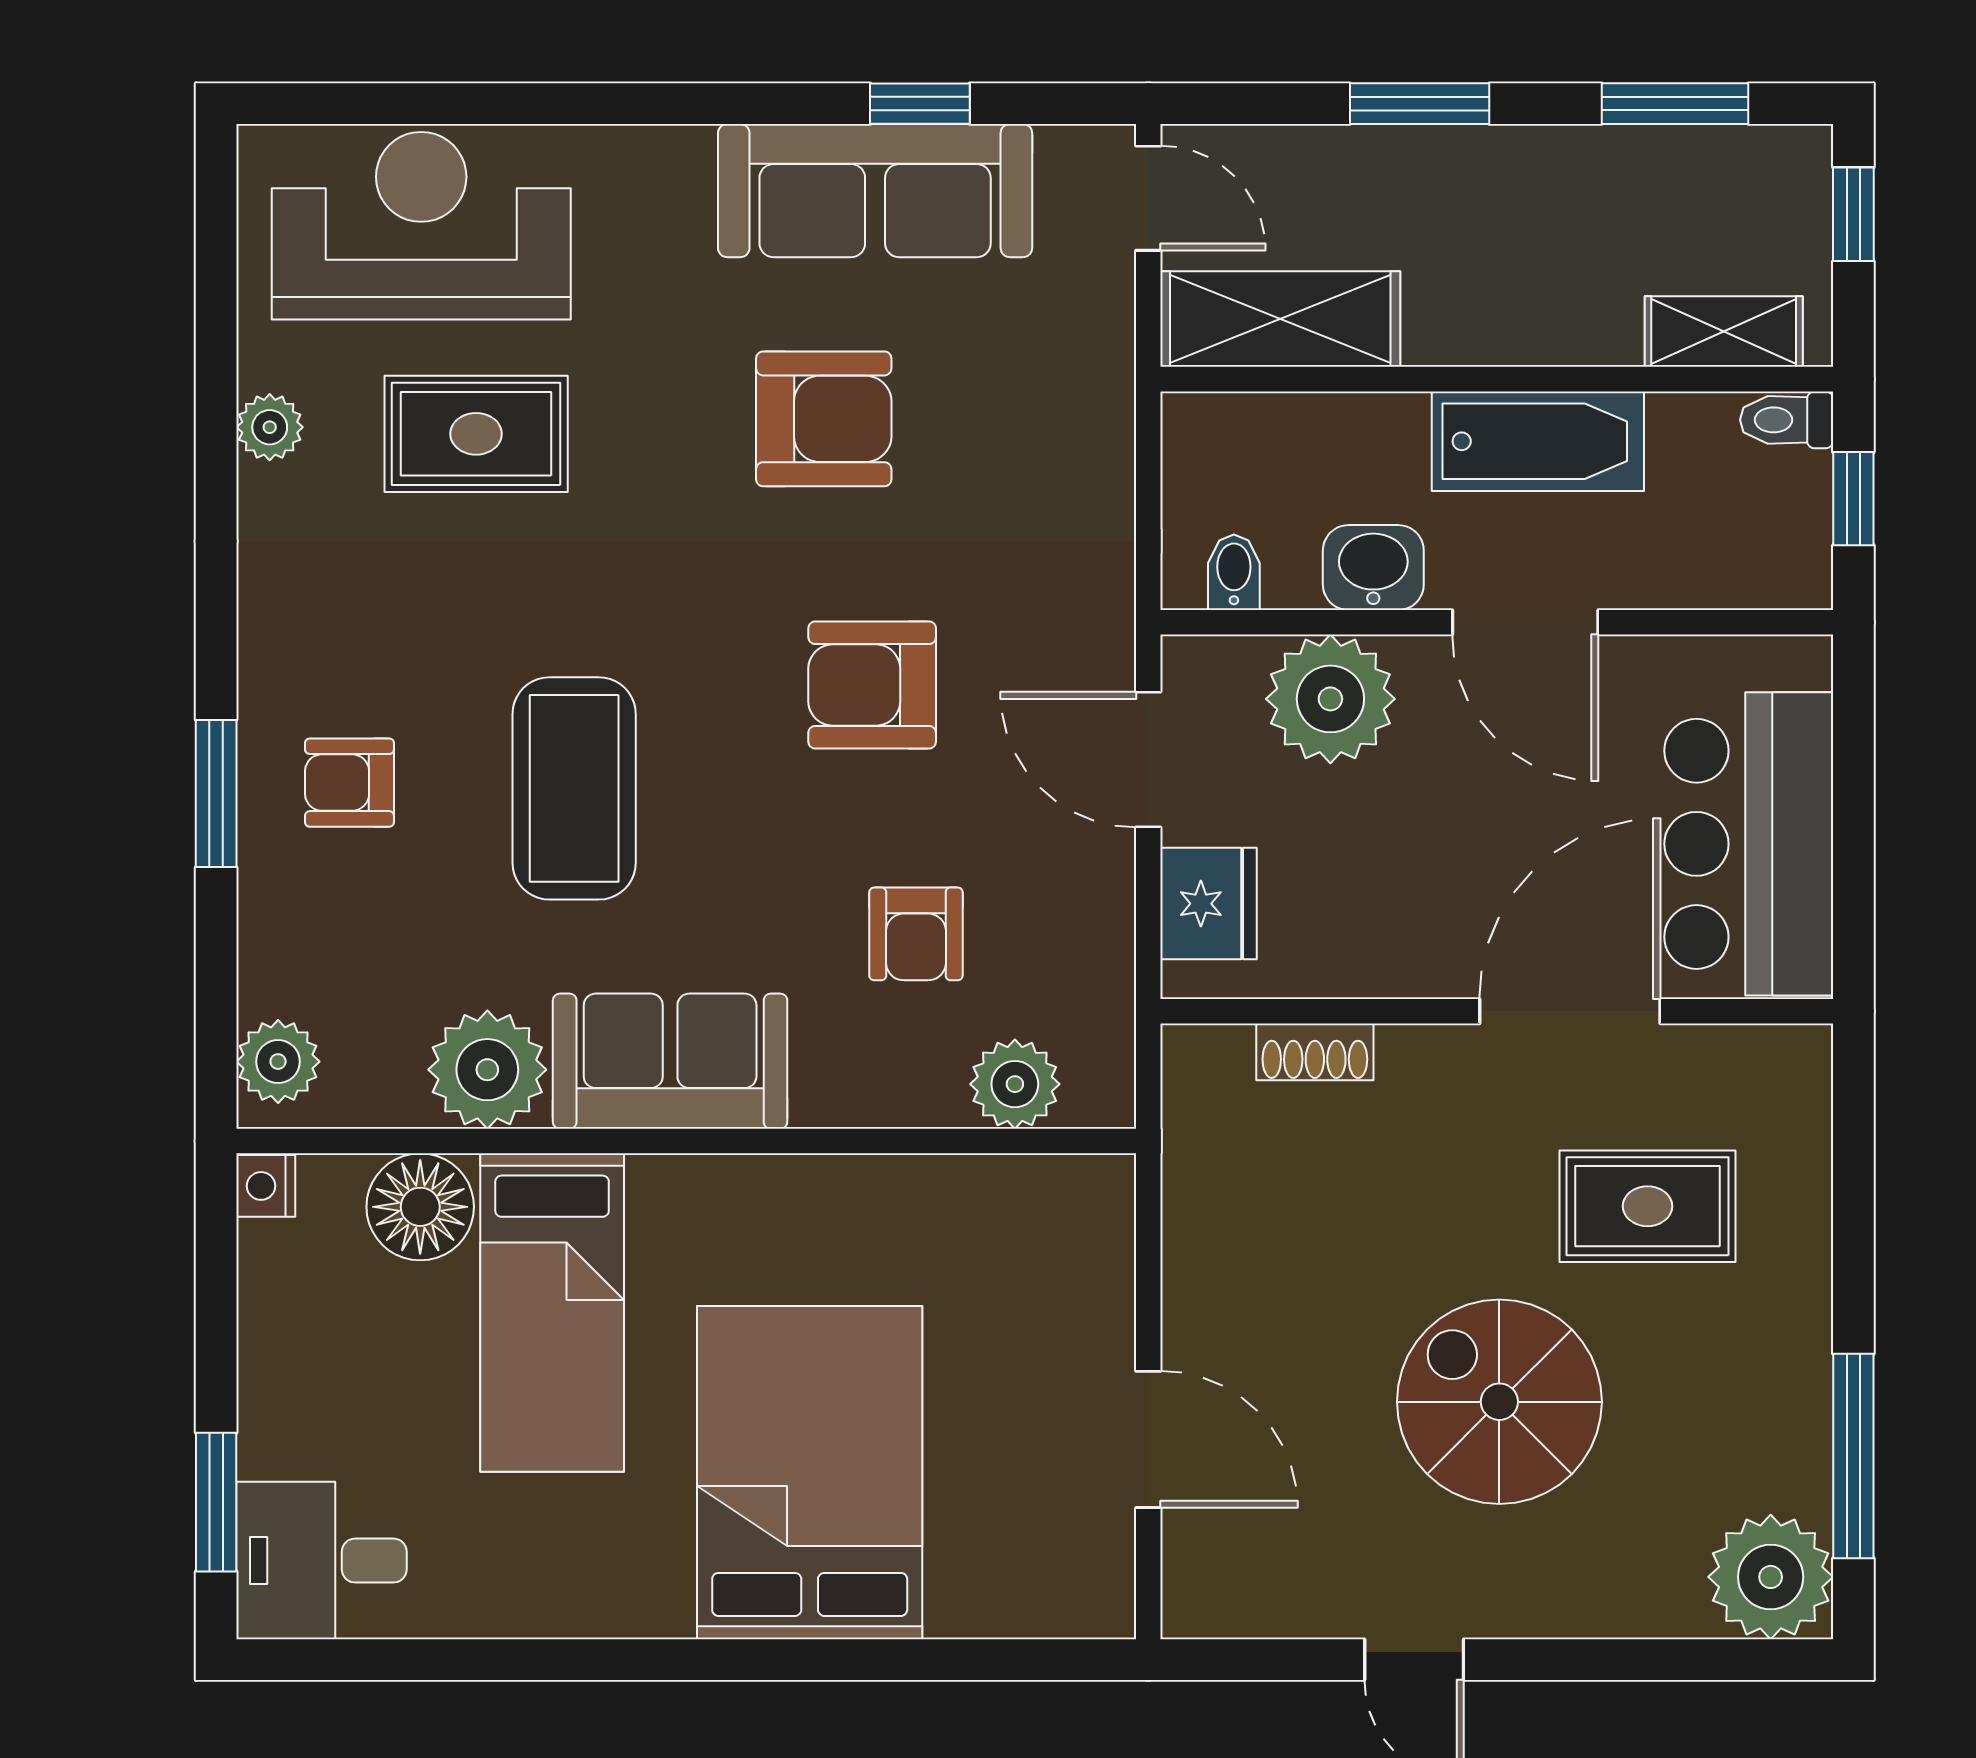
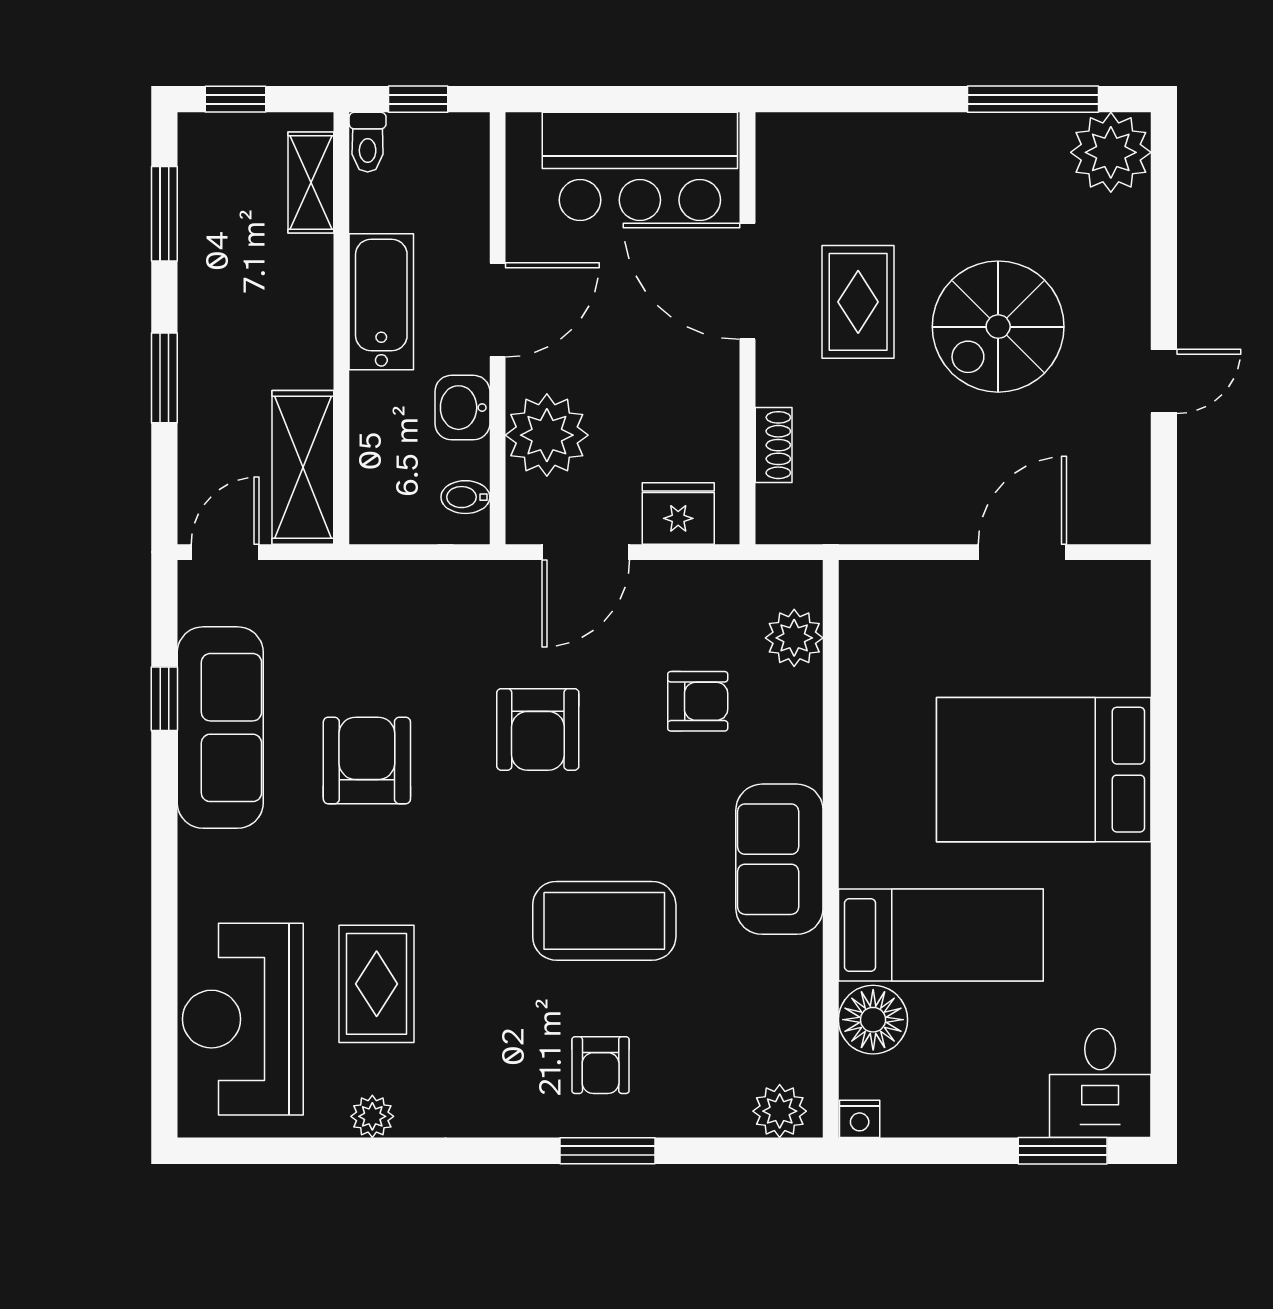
plant: (487, 1070) -> (785, 977), removed
rug: (1647, 1206) -> (858, 302), moved

